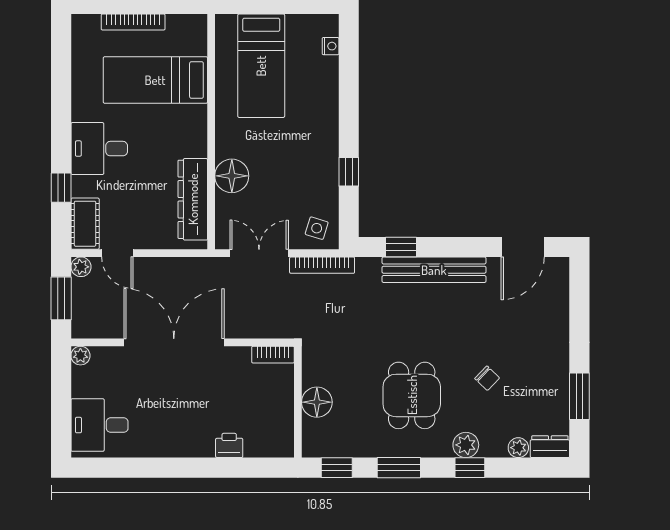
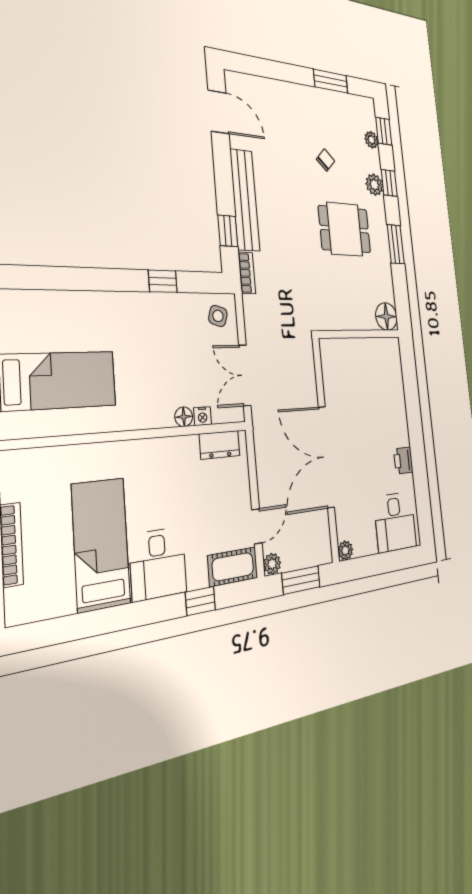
nightstand: (331, 46) -> (203, 416), moved, turned 180
bed: (155, 80) -> (101, 544), moved, turned 180
floor lamp: (232, 176) -> (184, 417), width x0.53, depth x0.53
dresser: (193, 199) -> (220, 445), width x0.51, depth x0.80
bookcase: (322, 265) -> (247, 273), moved, width x0.64
bookcase: (273, 355) -> (327, 358), removed
floor lamp: (317, 402) -> (386, 316), moved
printer: (229, 445) -> (403, 460), moved
dresser: (550, 447) -> (368, 113), removed
window: (337, 468) -> (384, 131), moved

